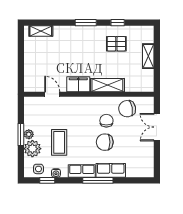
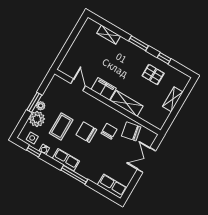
shelving: (41, 31) -> (109, 35), moved
chair: (105, 142) -> (86, 132), moved
row of seats: (111, 170) -> (112, 186), moved

